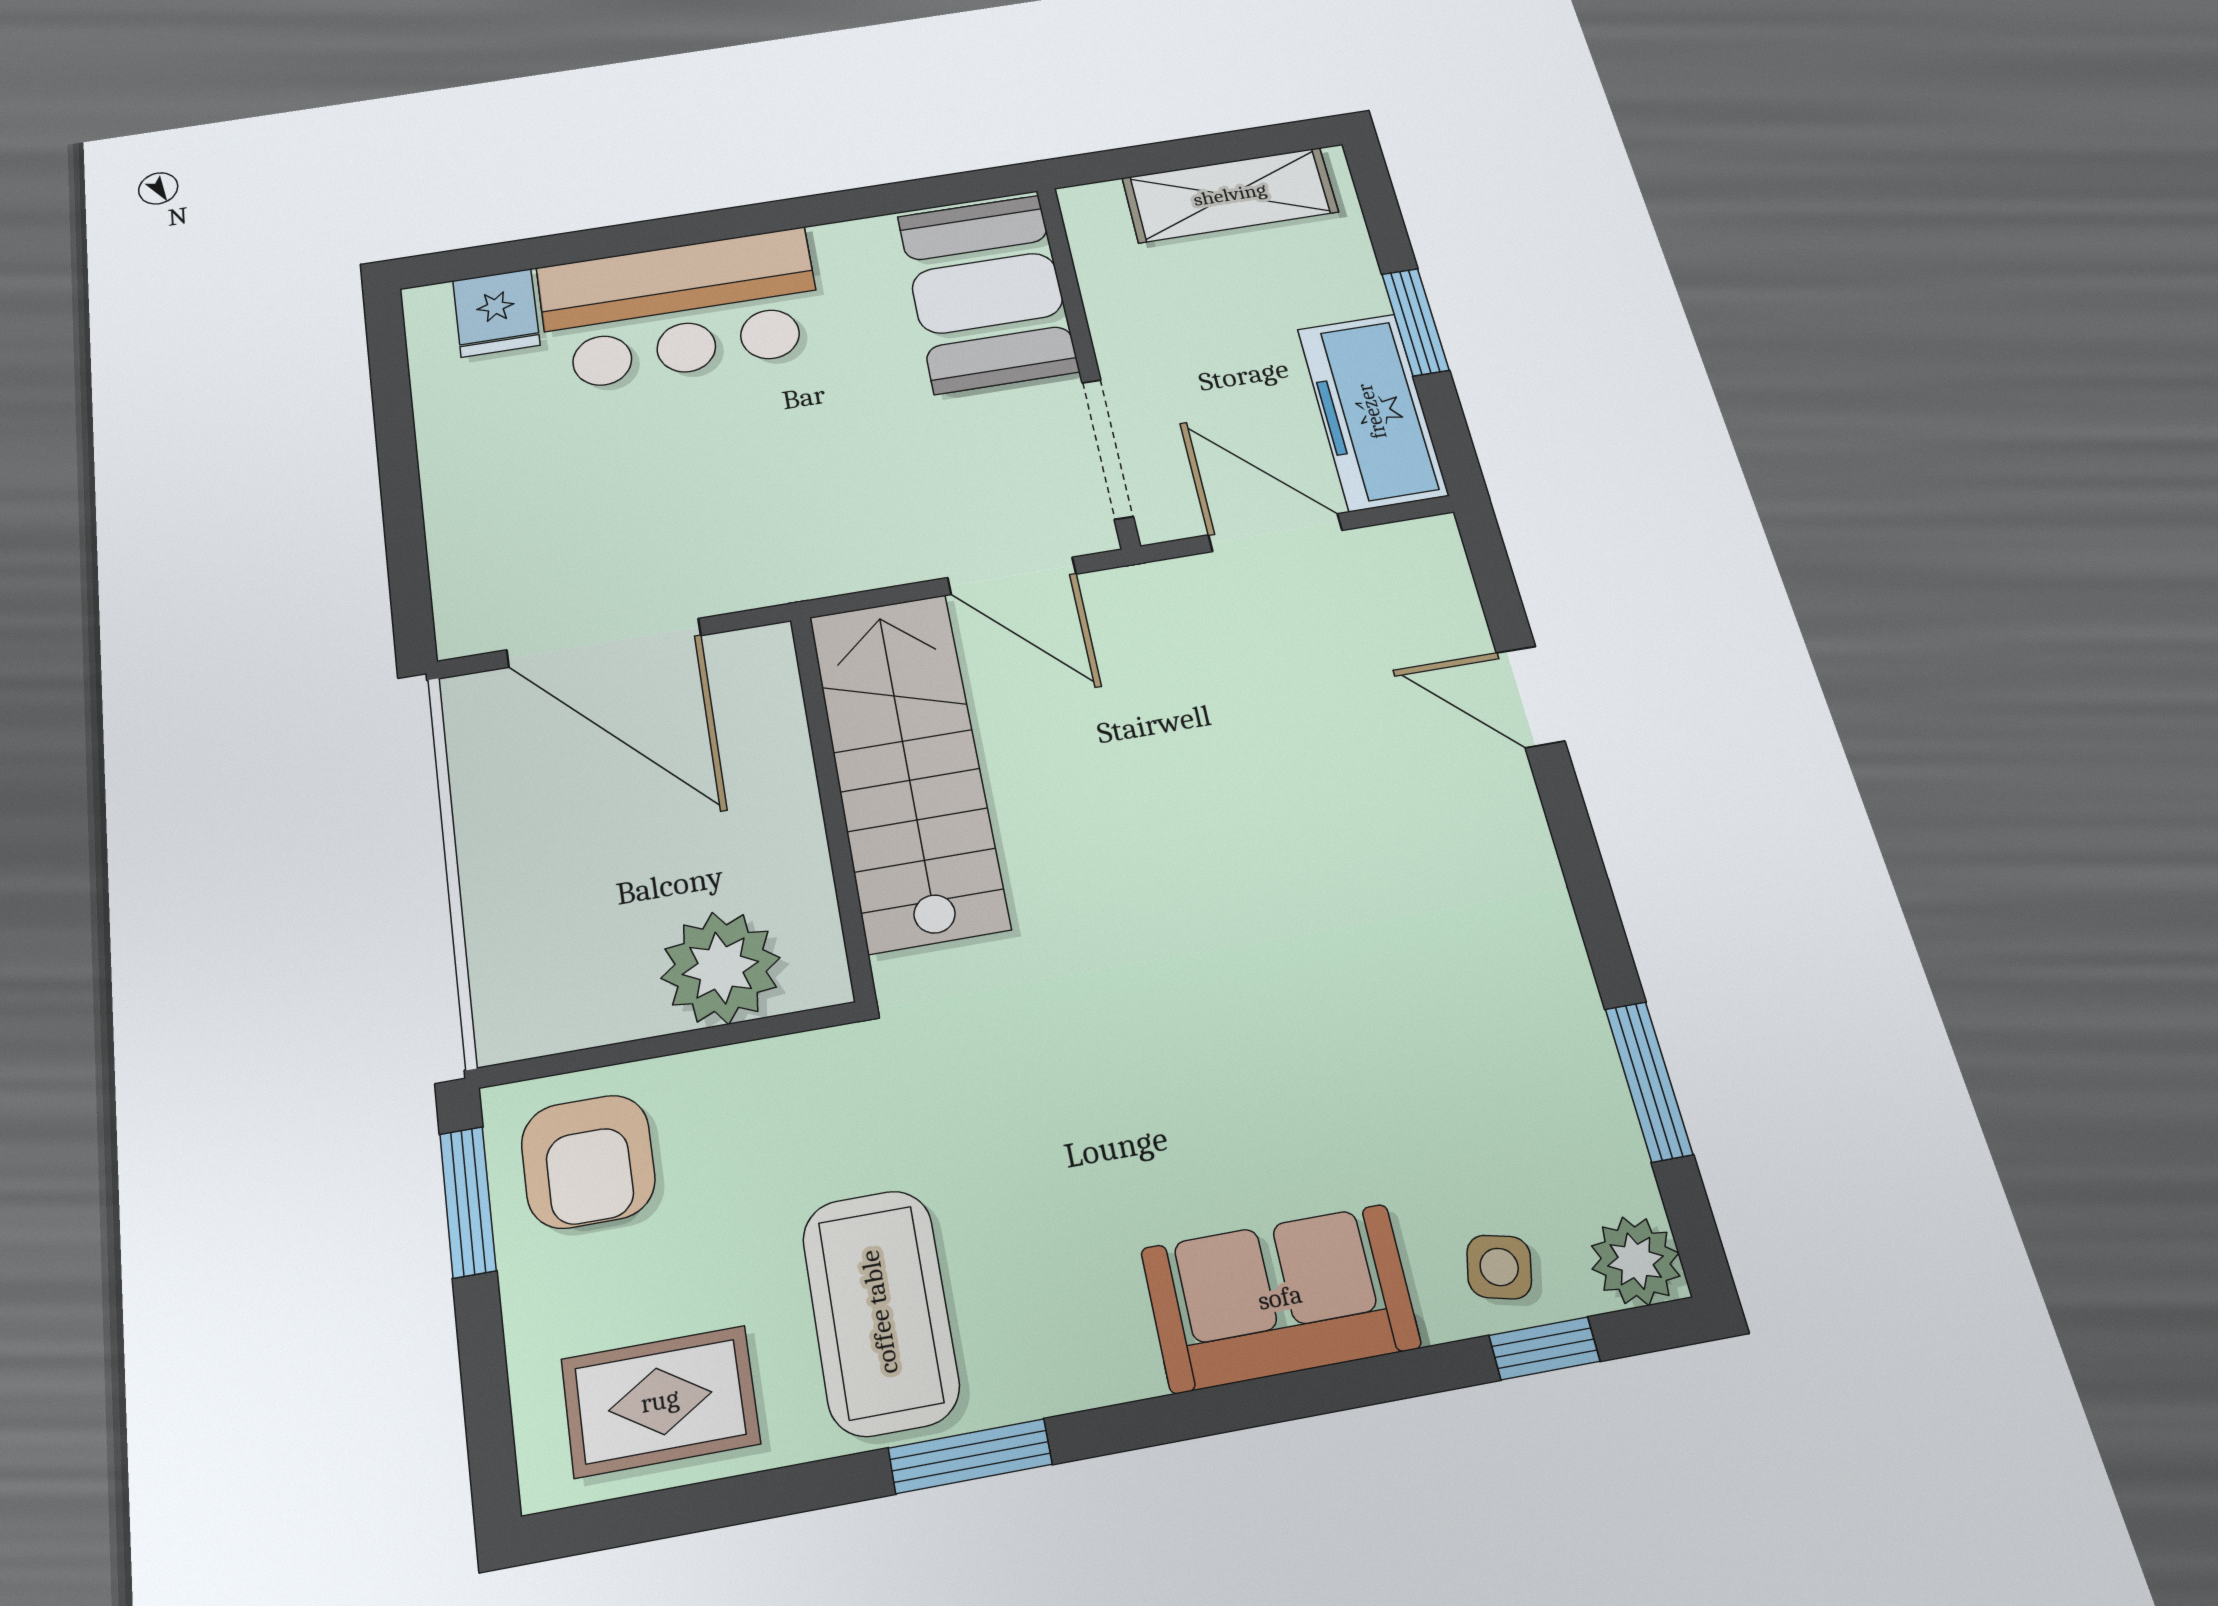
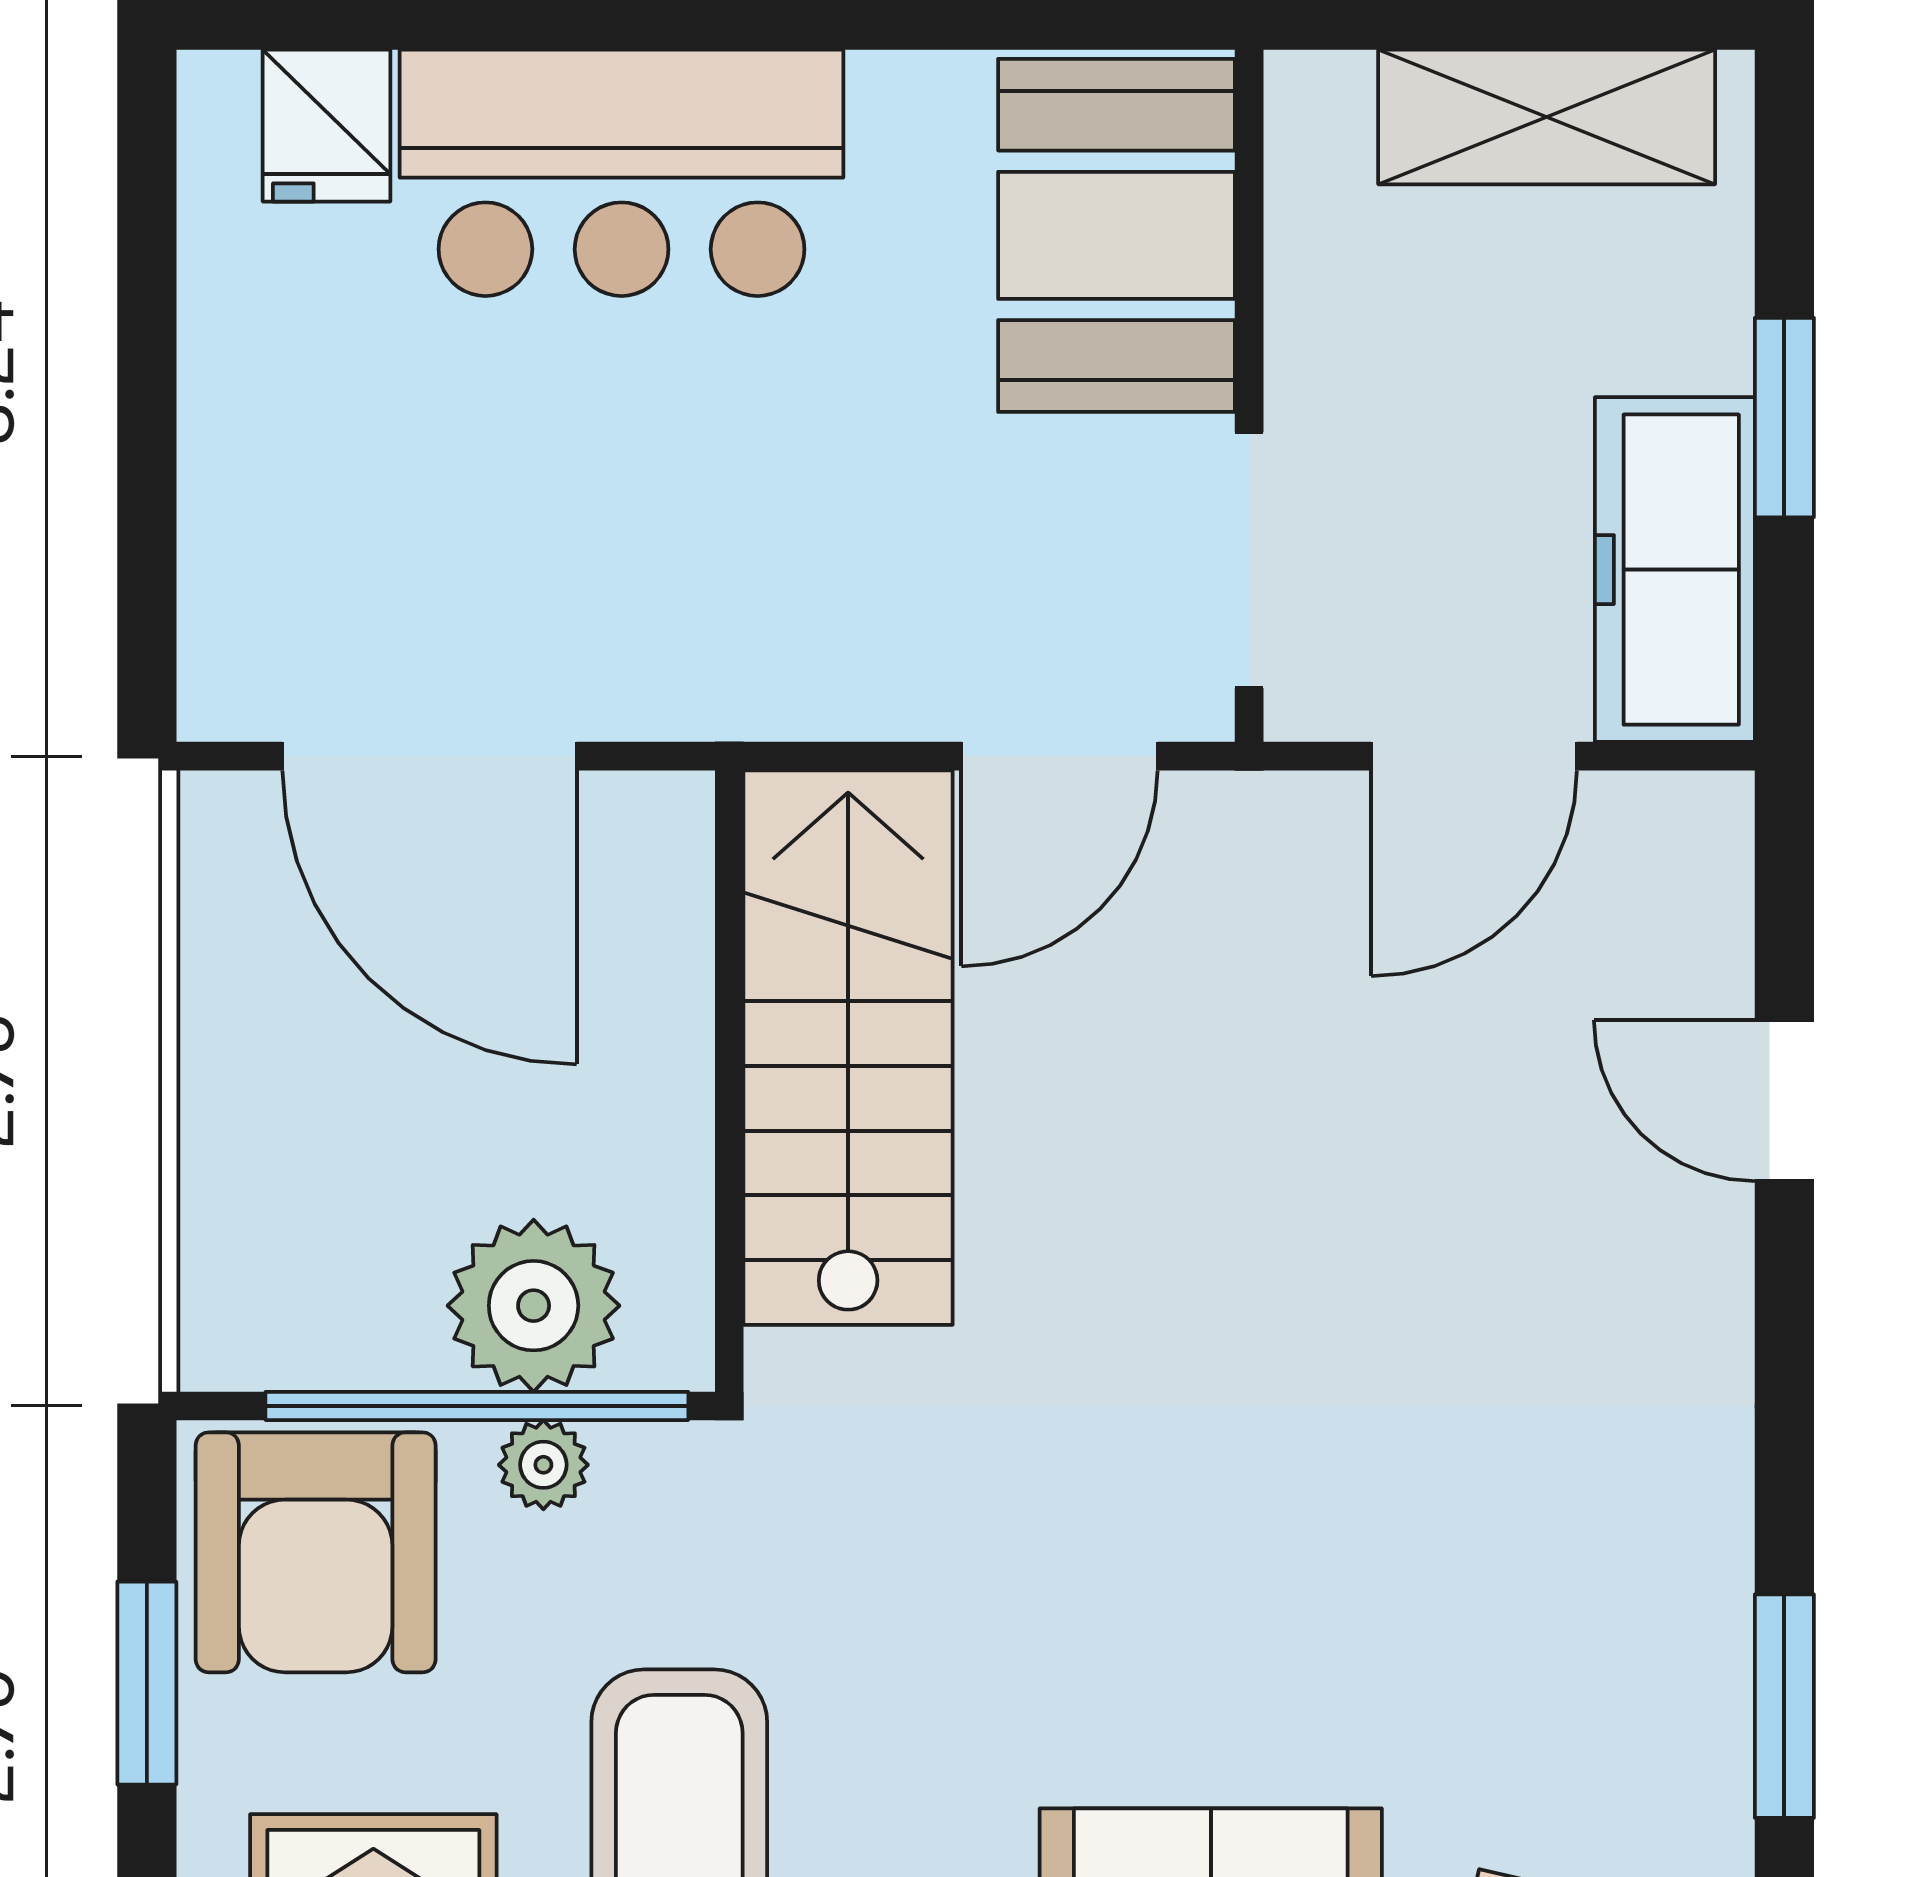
door: (1275, 533) -> (1474, 756), swing flipped
door: (1012, 576) -> (1059, 756), hinge flipped
window: (690, 1041) -> (477, 1406), added
plant: (743, 1072) -> (543, 1465), added
armchair: (588, 1161) -> (316, 1552), width x1.36, depth x1.36
window: (468, 1202) -> (147, 1683), moved

